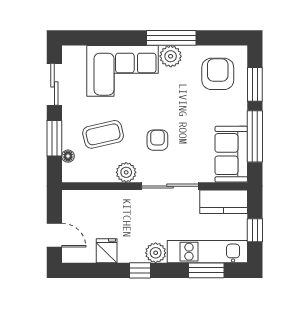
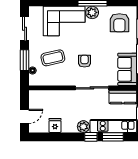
armchair: (218, 74) -> (119, 23), turned 180
plant: (126, 172) -> (66, 80), removed
door: (54, 235) -> (25, 116), hinge flipped
window: (140, 270) -> (91, 137), moved

